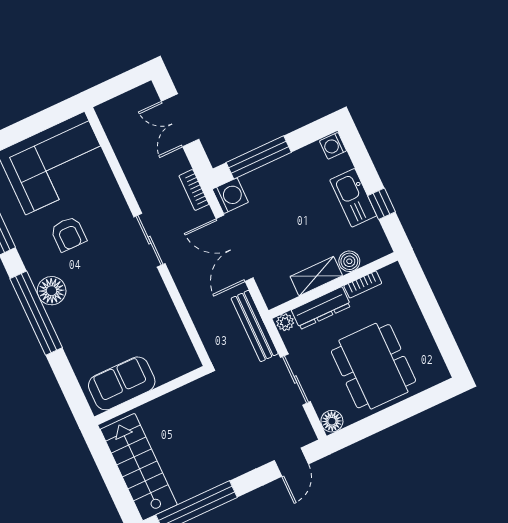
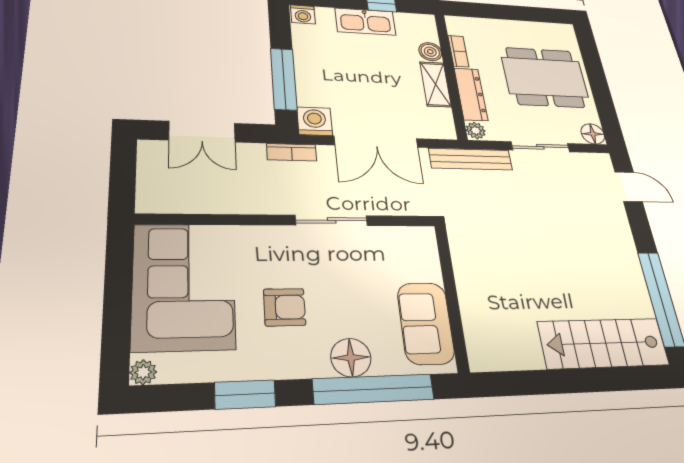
sofa: (122, 383) -> (426, 323), moved
wall: (150, 395) -> (451, 296), moved

